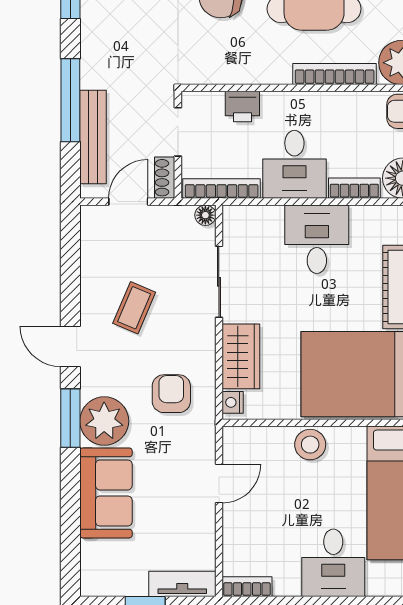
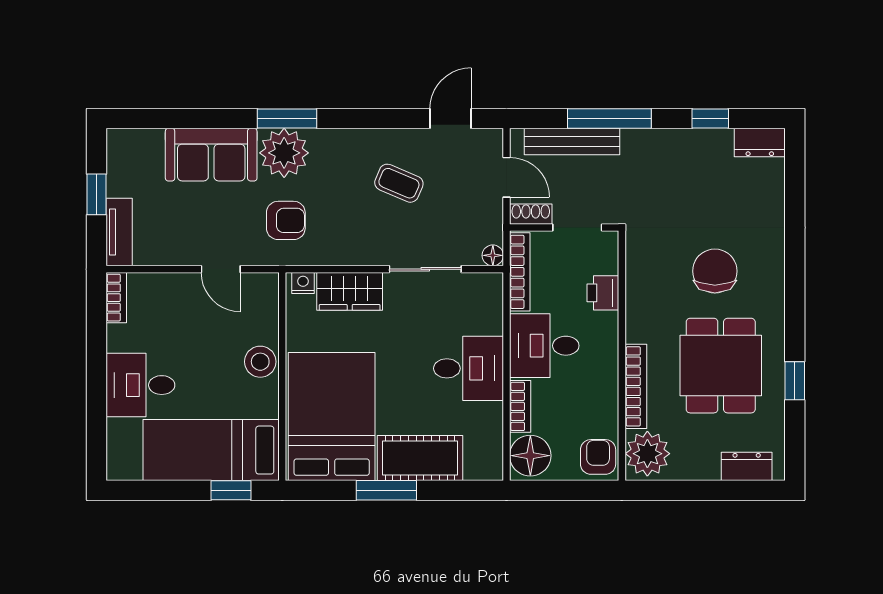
door: (70, 346) -> (451, 119), moved
armchair: (171, 394) -> (286, 220), moved

